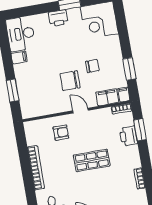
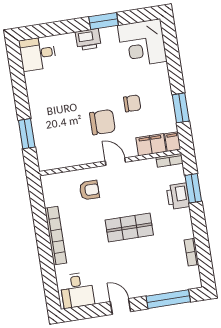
desk: (21, 34) -> (38, 54), width x0.73
filing cabinet: (19, 57) -> (36, 90), removed
chair: (70, 81) -> (102, 122), turned 180

